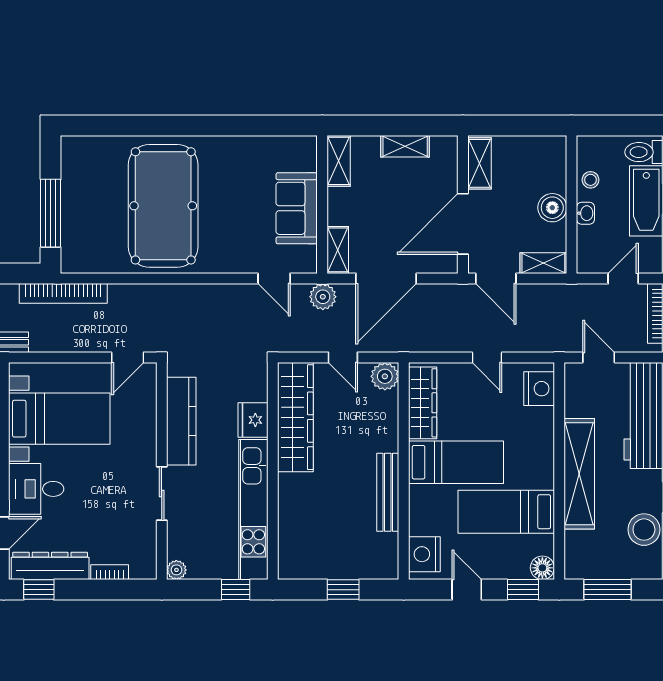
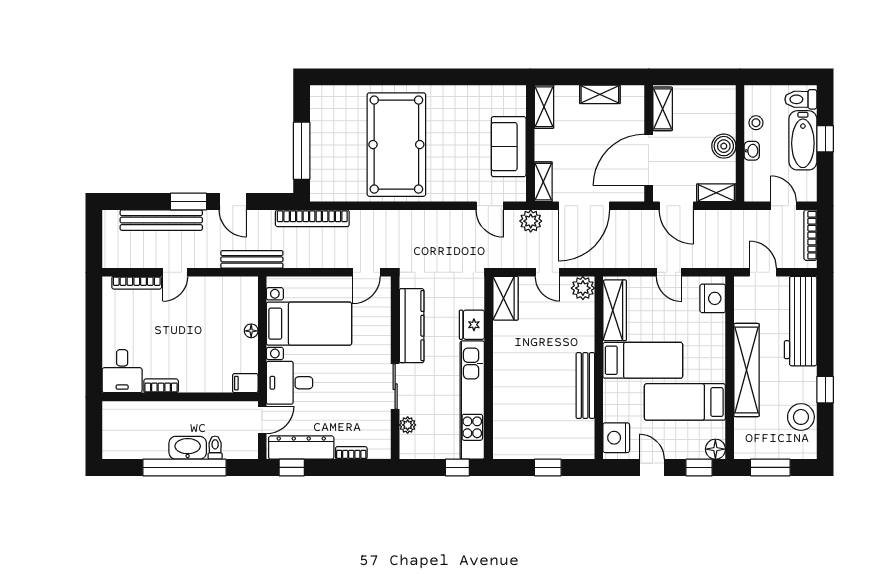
door: (623, 278) -> (783, 206), hinge flipped
wardrobe: (295, 417) -> (506, 298), width x0.48, depth x0.85
plant: (176, 570) -> (408, 425), moved

